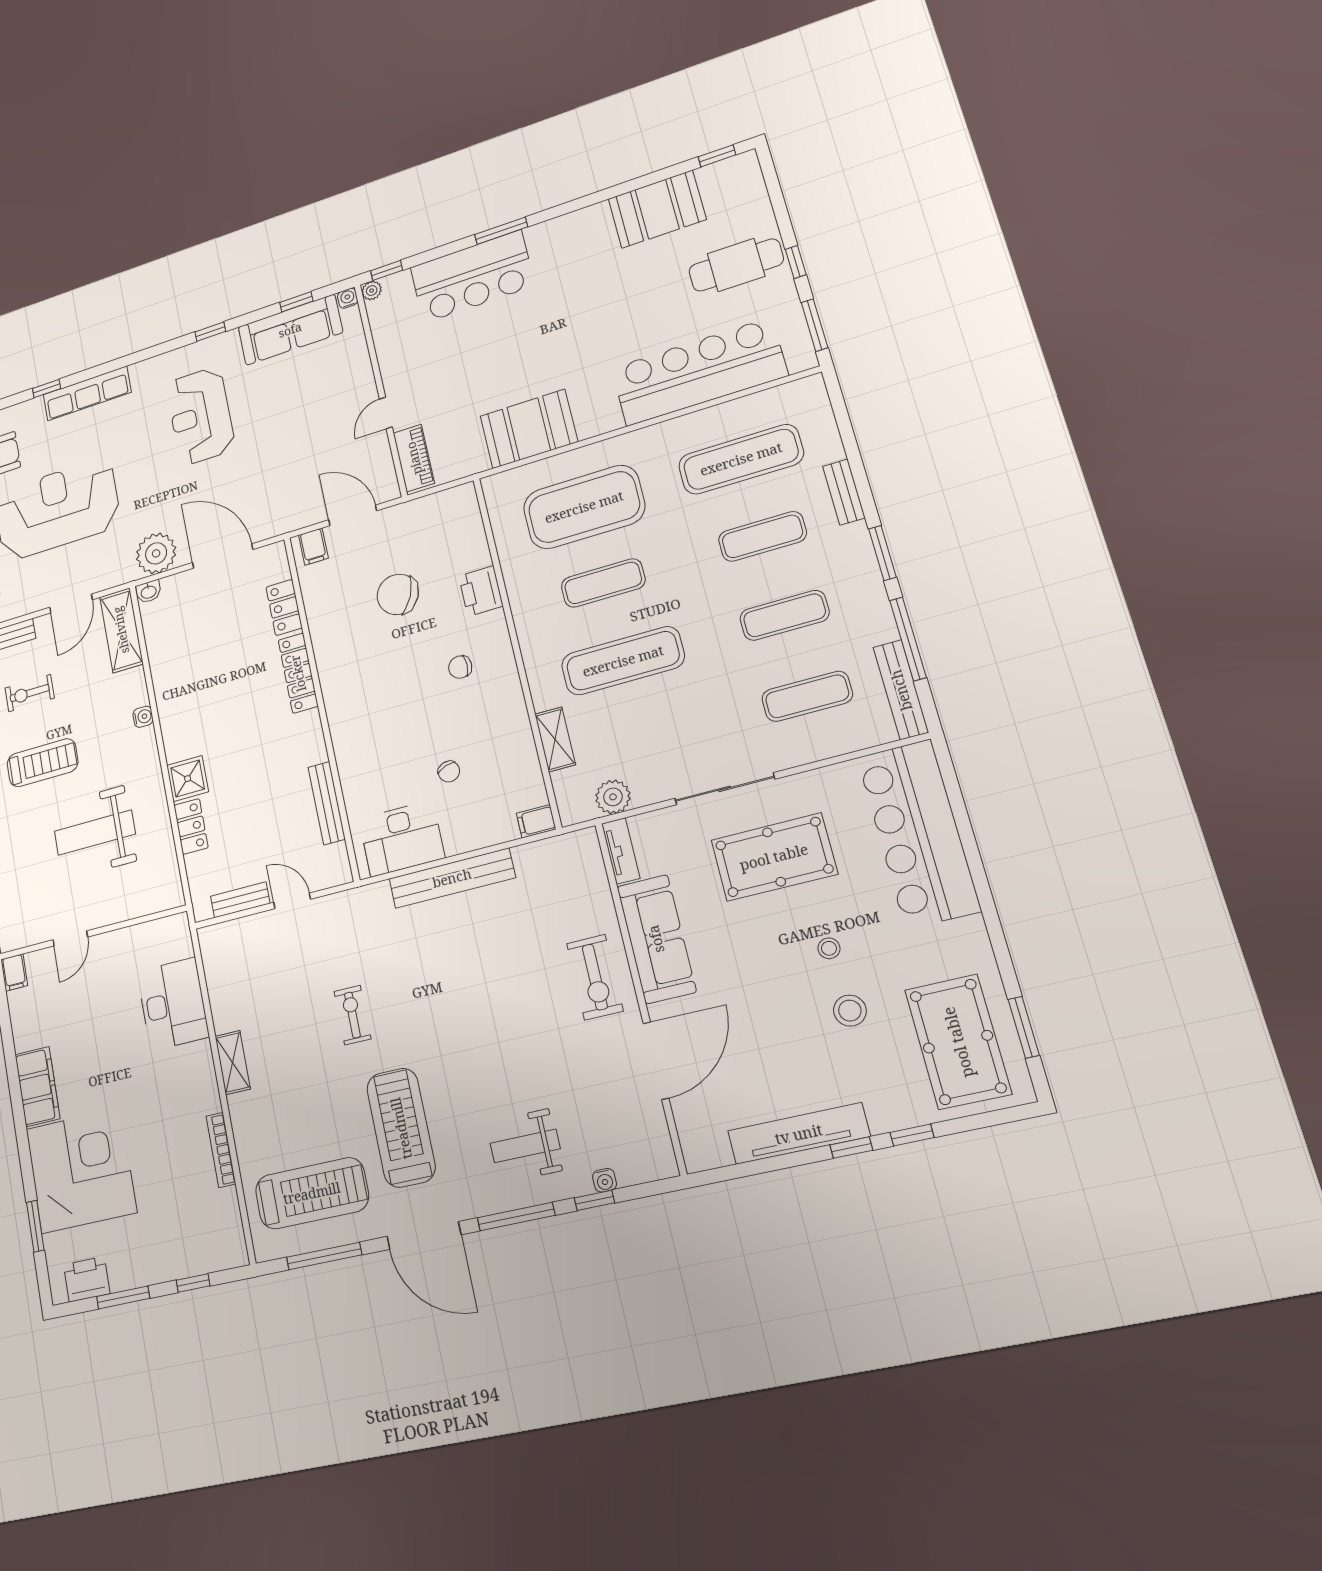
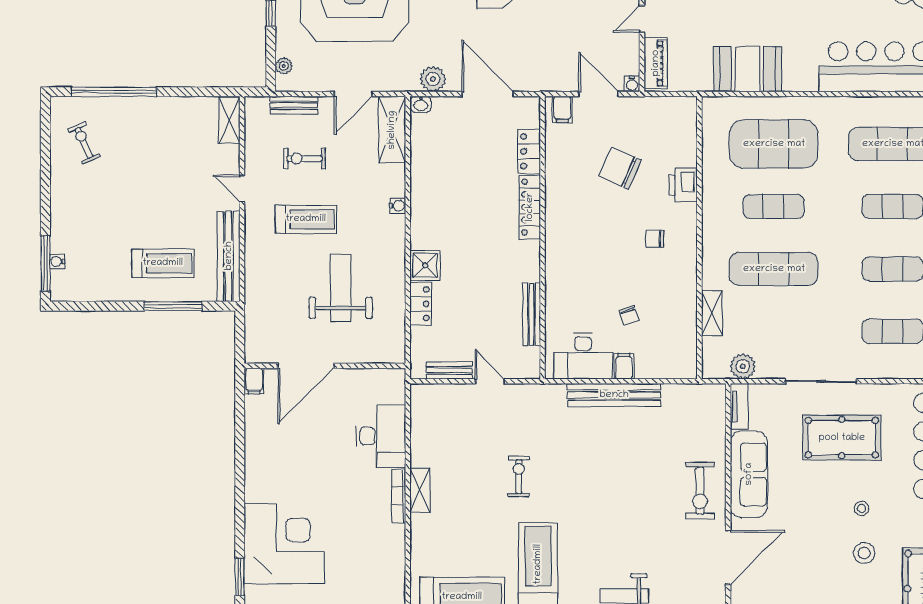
water cooler: (390, 491) -> (632, 84), added
plant: (156, 553) -> (433, 79), width x0.73, depth x0.73
filing cabinet: (536, 821) -> (624, 366), moved, turned 90
weight bench: (95, 833) -> (341, 288), turned 90
door: (70, 938) -> (306, 366), width x1.88
filing cabinet: (37, 1087) -> (259, 473), removed
bookcase: (221, 1150) -> (399, 496), moved

